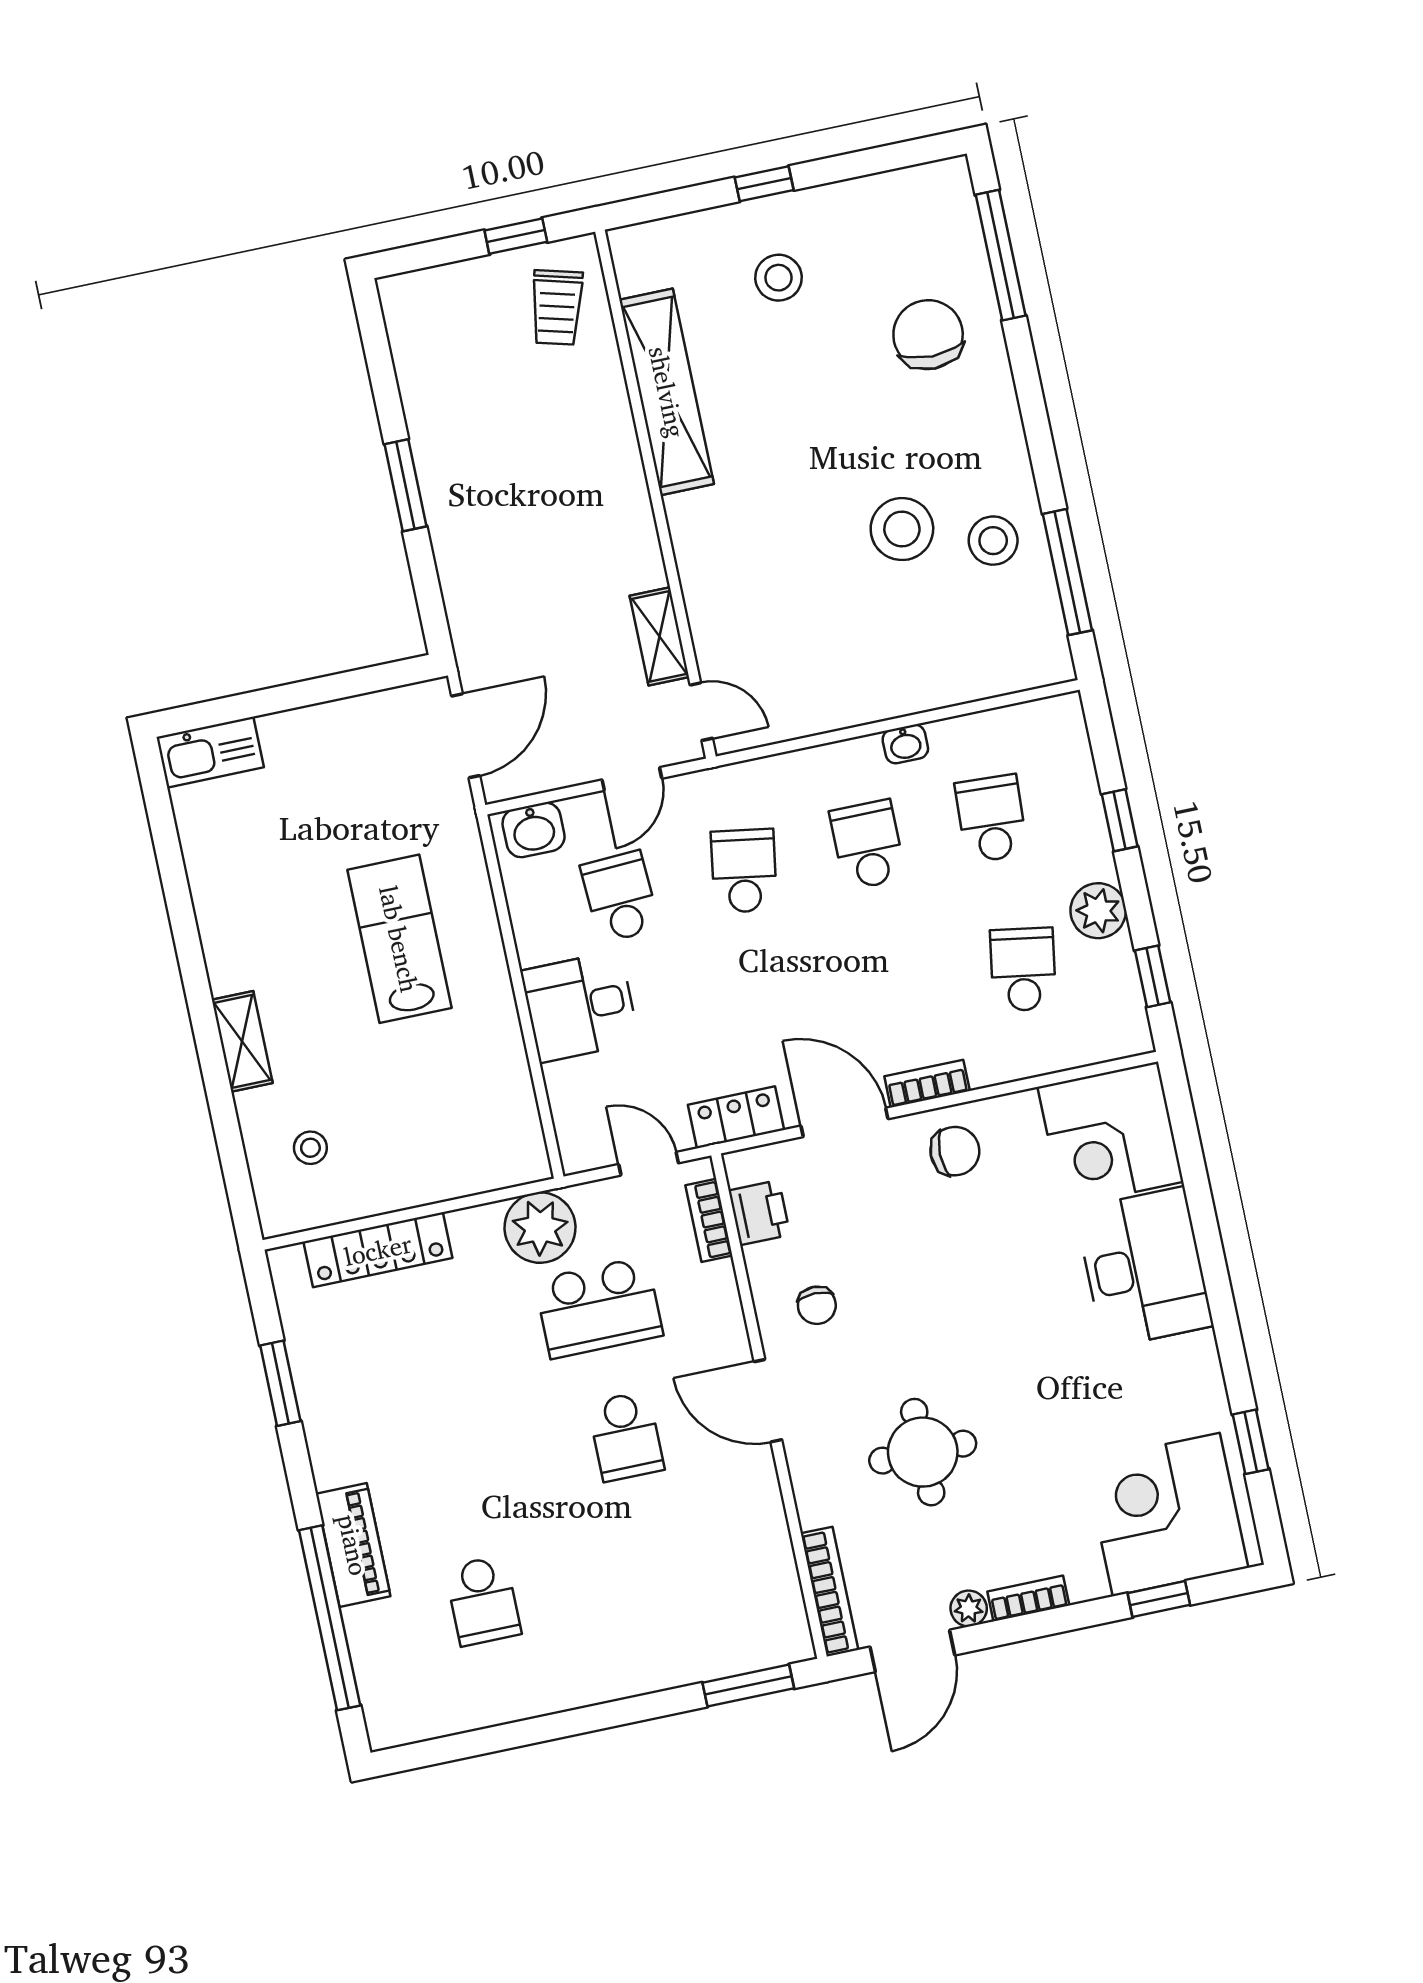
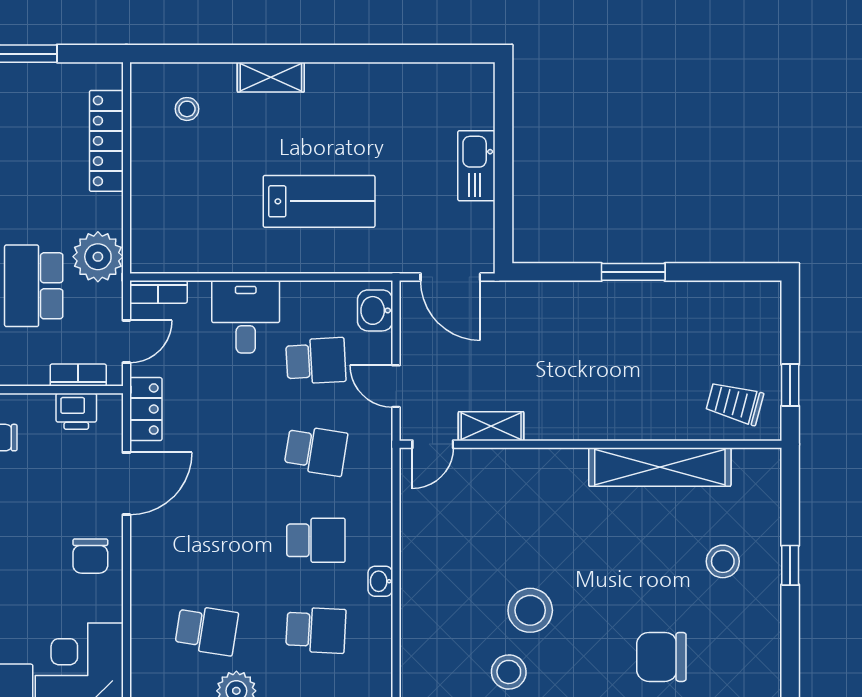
chair: (928, 335) -> (661, 657), turned 180
kitchen sink: (210, 752) -> (476, 166), moved
bookcase: (927, 1084) -> (158, 292), moved, turned 90

